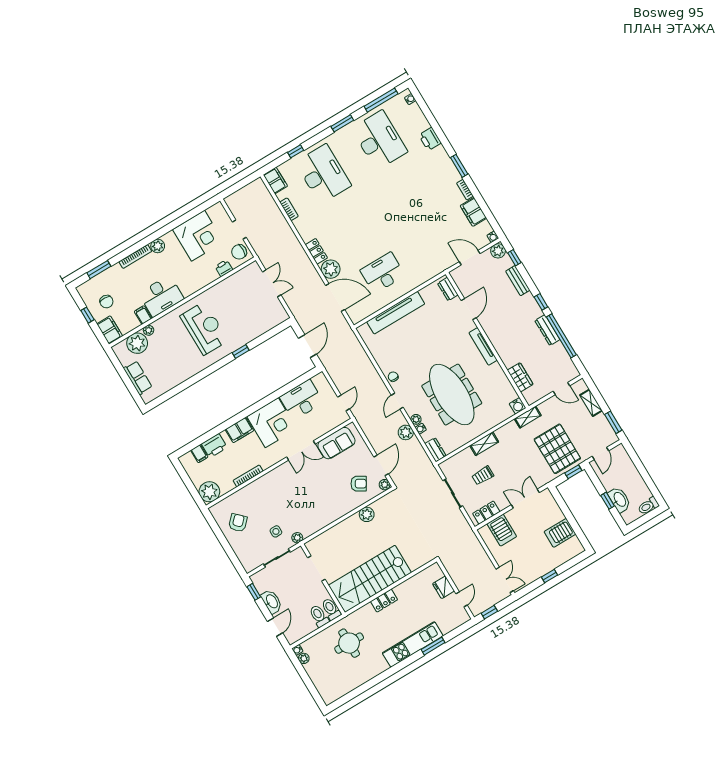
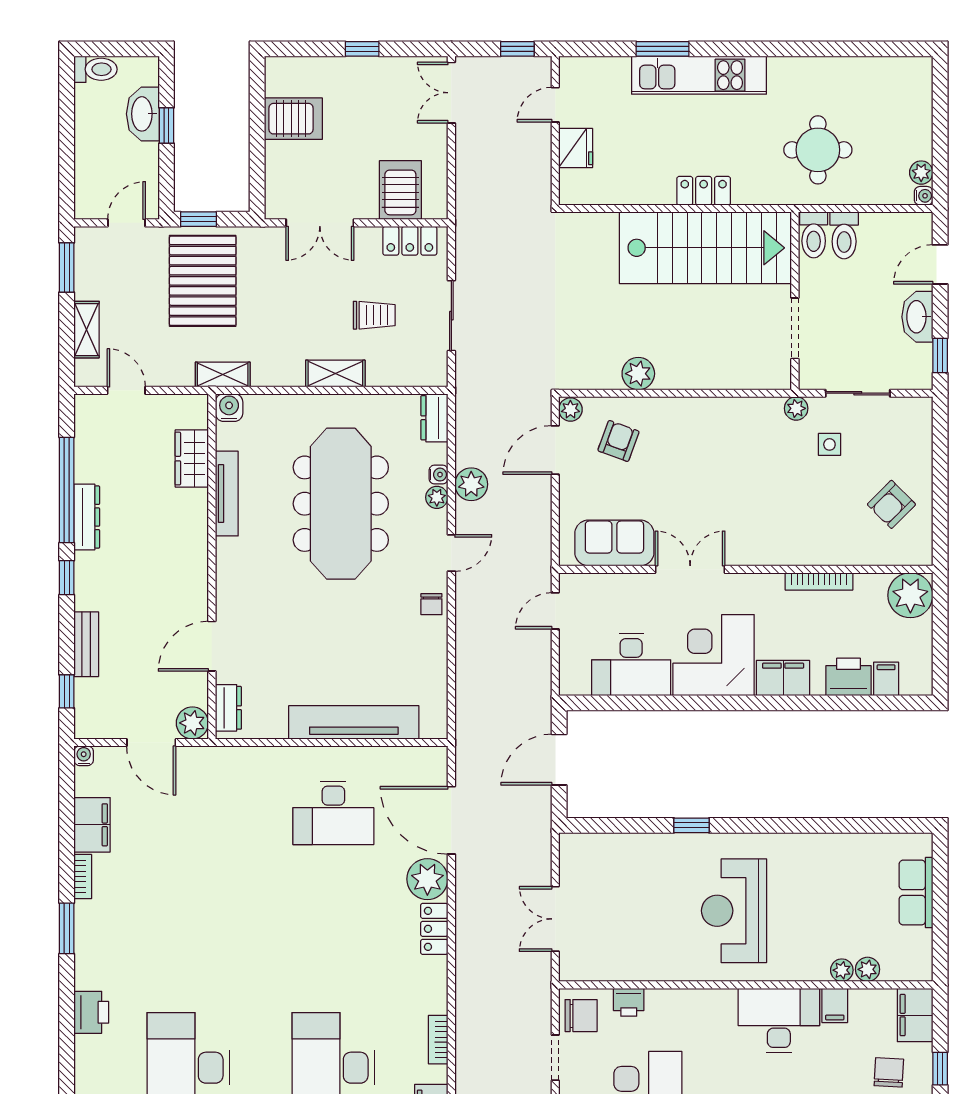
plant: (498, 251) -> (192, 723), moved
plant: (137, 343) -> (867, 969), width x0.53, depth x0.53
tv unit: (483, 346) -> (227, 494), moved
armchair: (359, 484) -> (618, 441), turned 79

